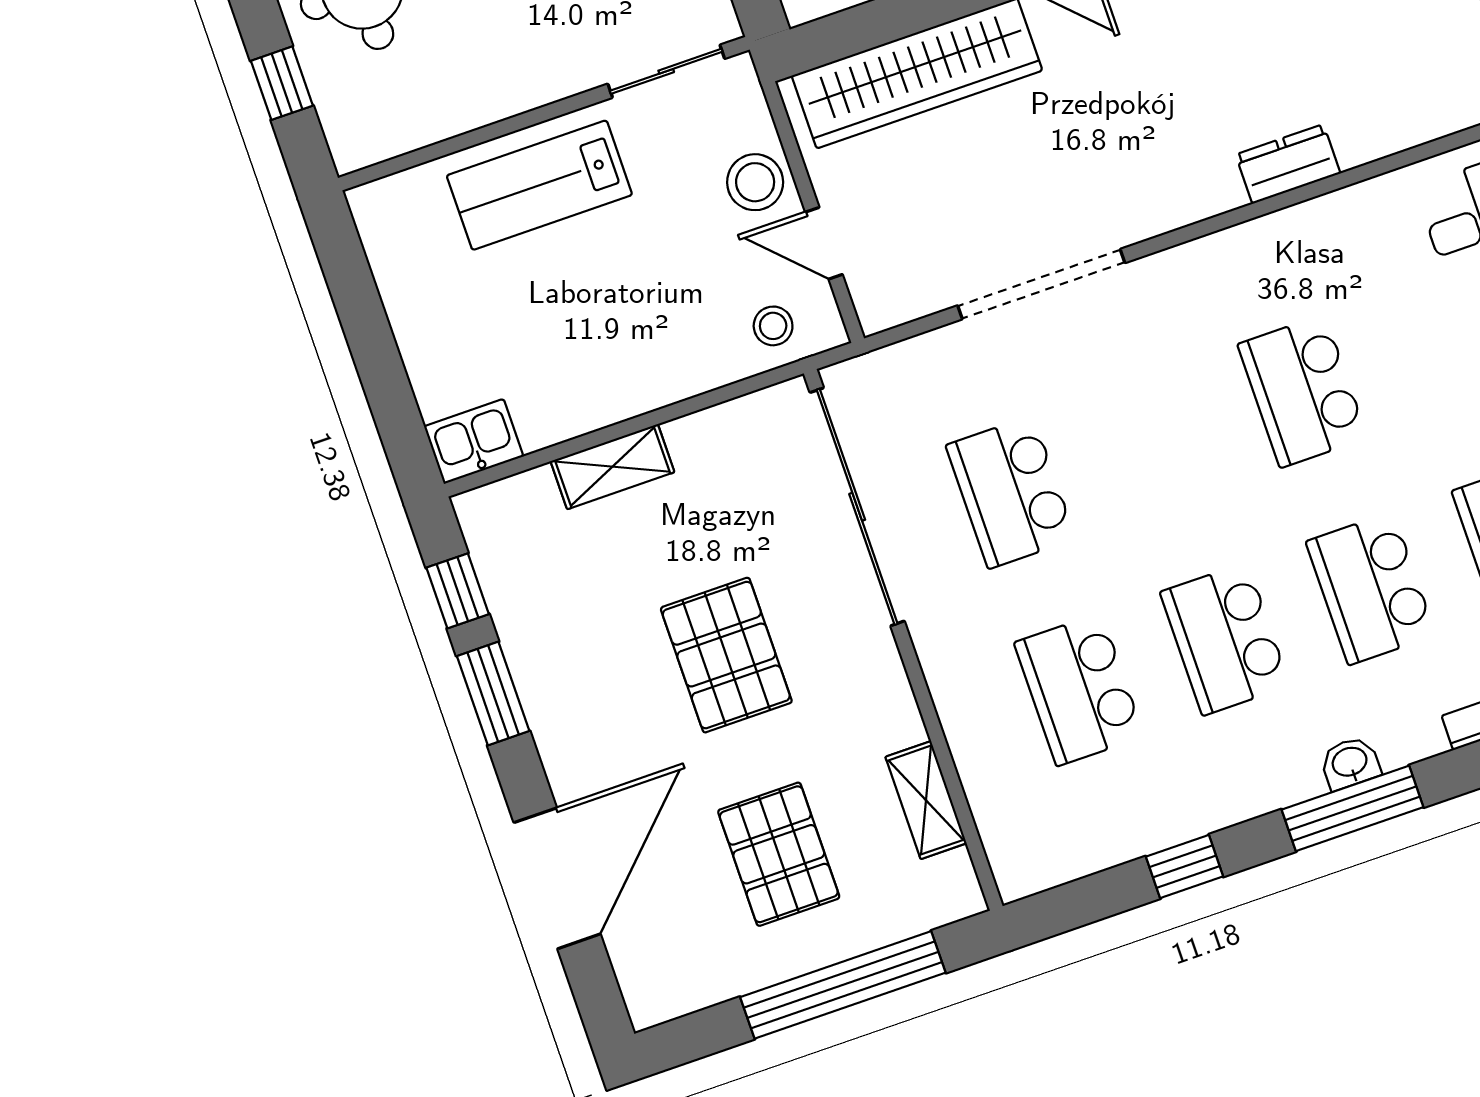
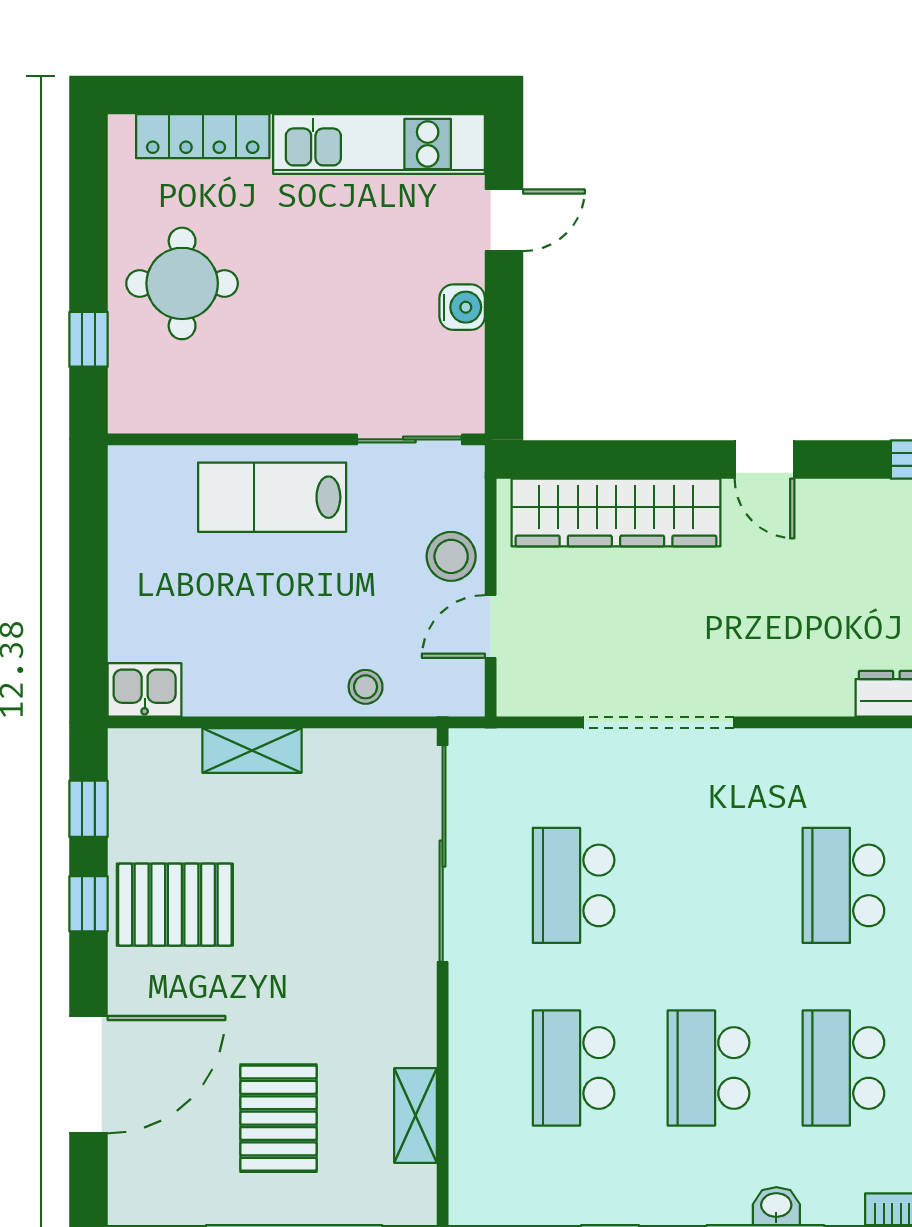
door: (824, 243) -> (491, 626), hinge flipped
stool: (773, 326) -> (366, 687), moved
pallet: (726, 655) -> (175, 905), moved, turned 90
window: (493, 693) -> (89, 904), width x0.67

